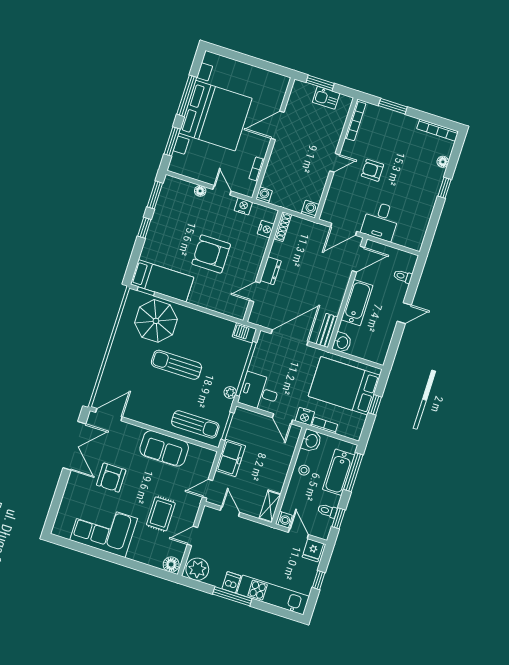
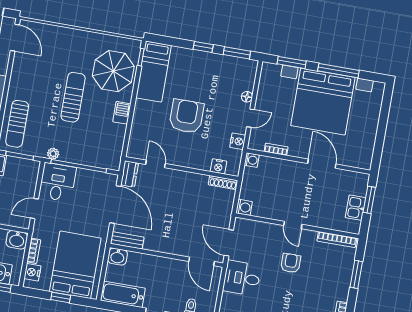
dresser: (271, 271) -> (130, 174), moved, turned -90
bathtub: (357, 303) -> (123, 294), moved, turned 180
barbecue: (244, 333) -> (122, 113), moved
nightstand: (305, 416) -> (32, 272), moved

